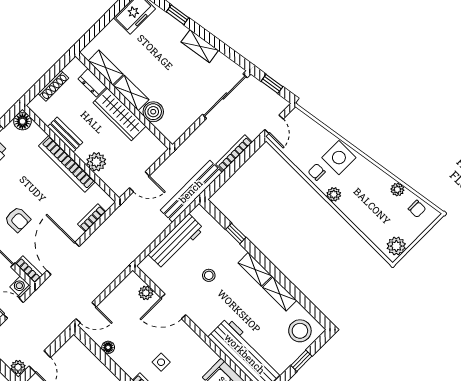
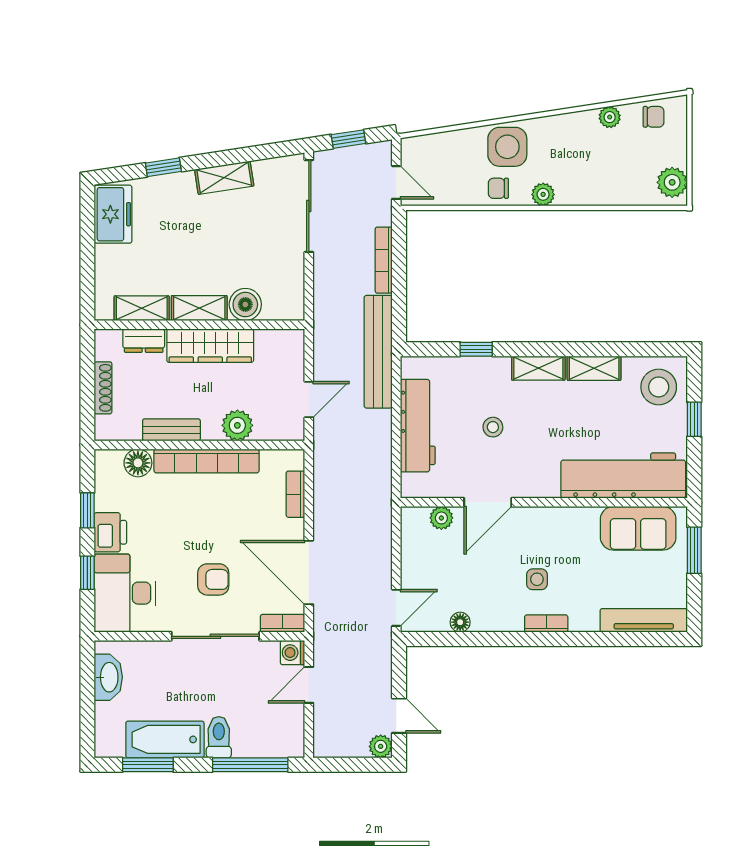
floor lamp: (22, 121) -> (138, 463), moved

